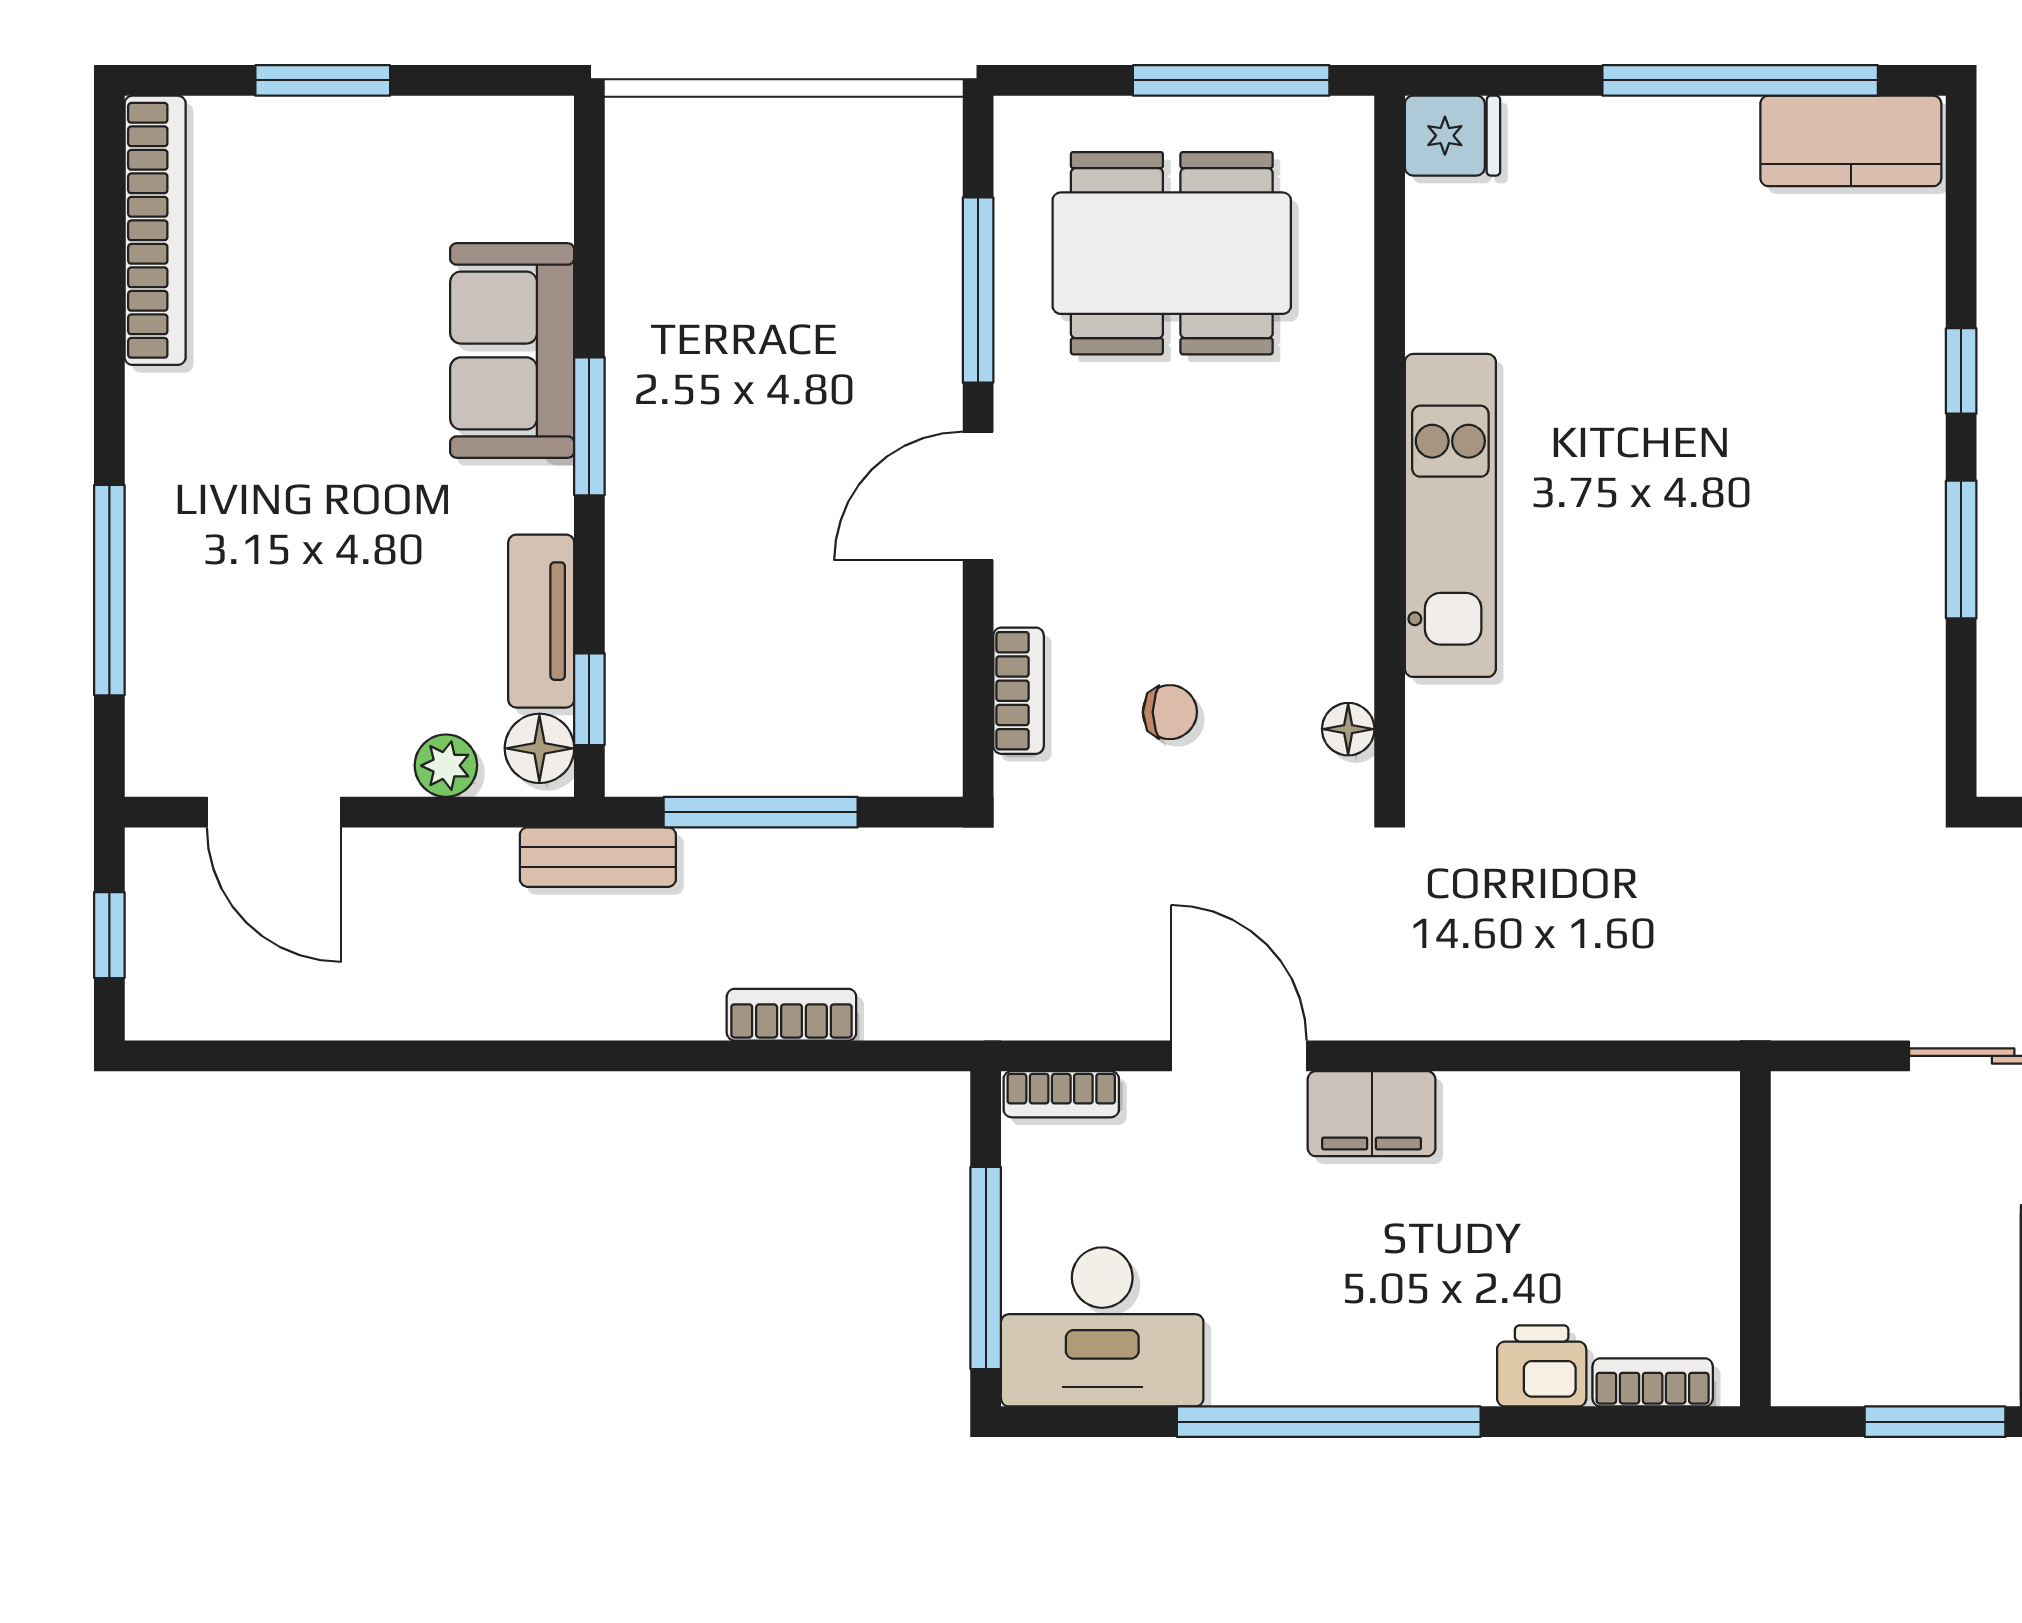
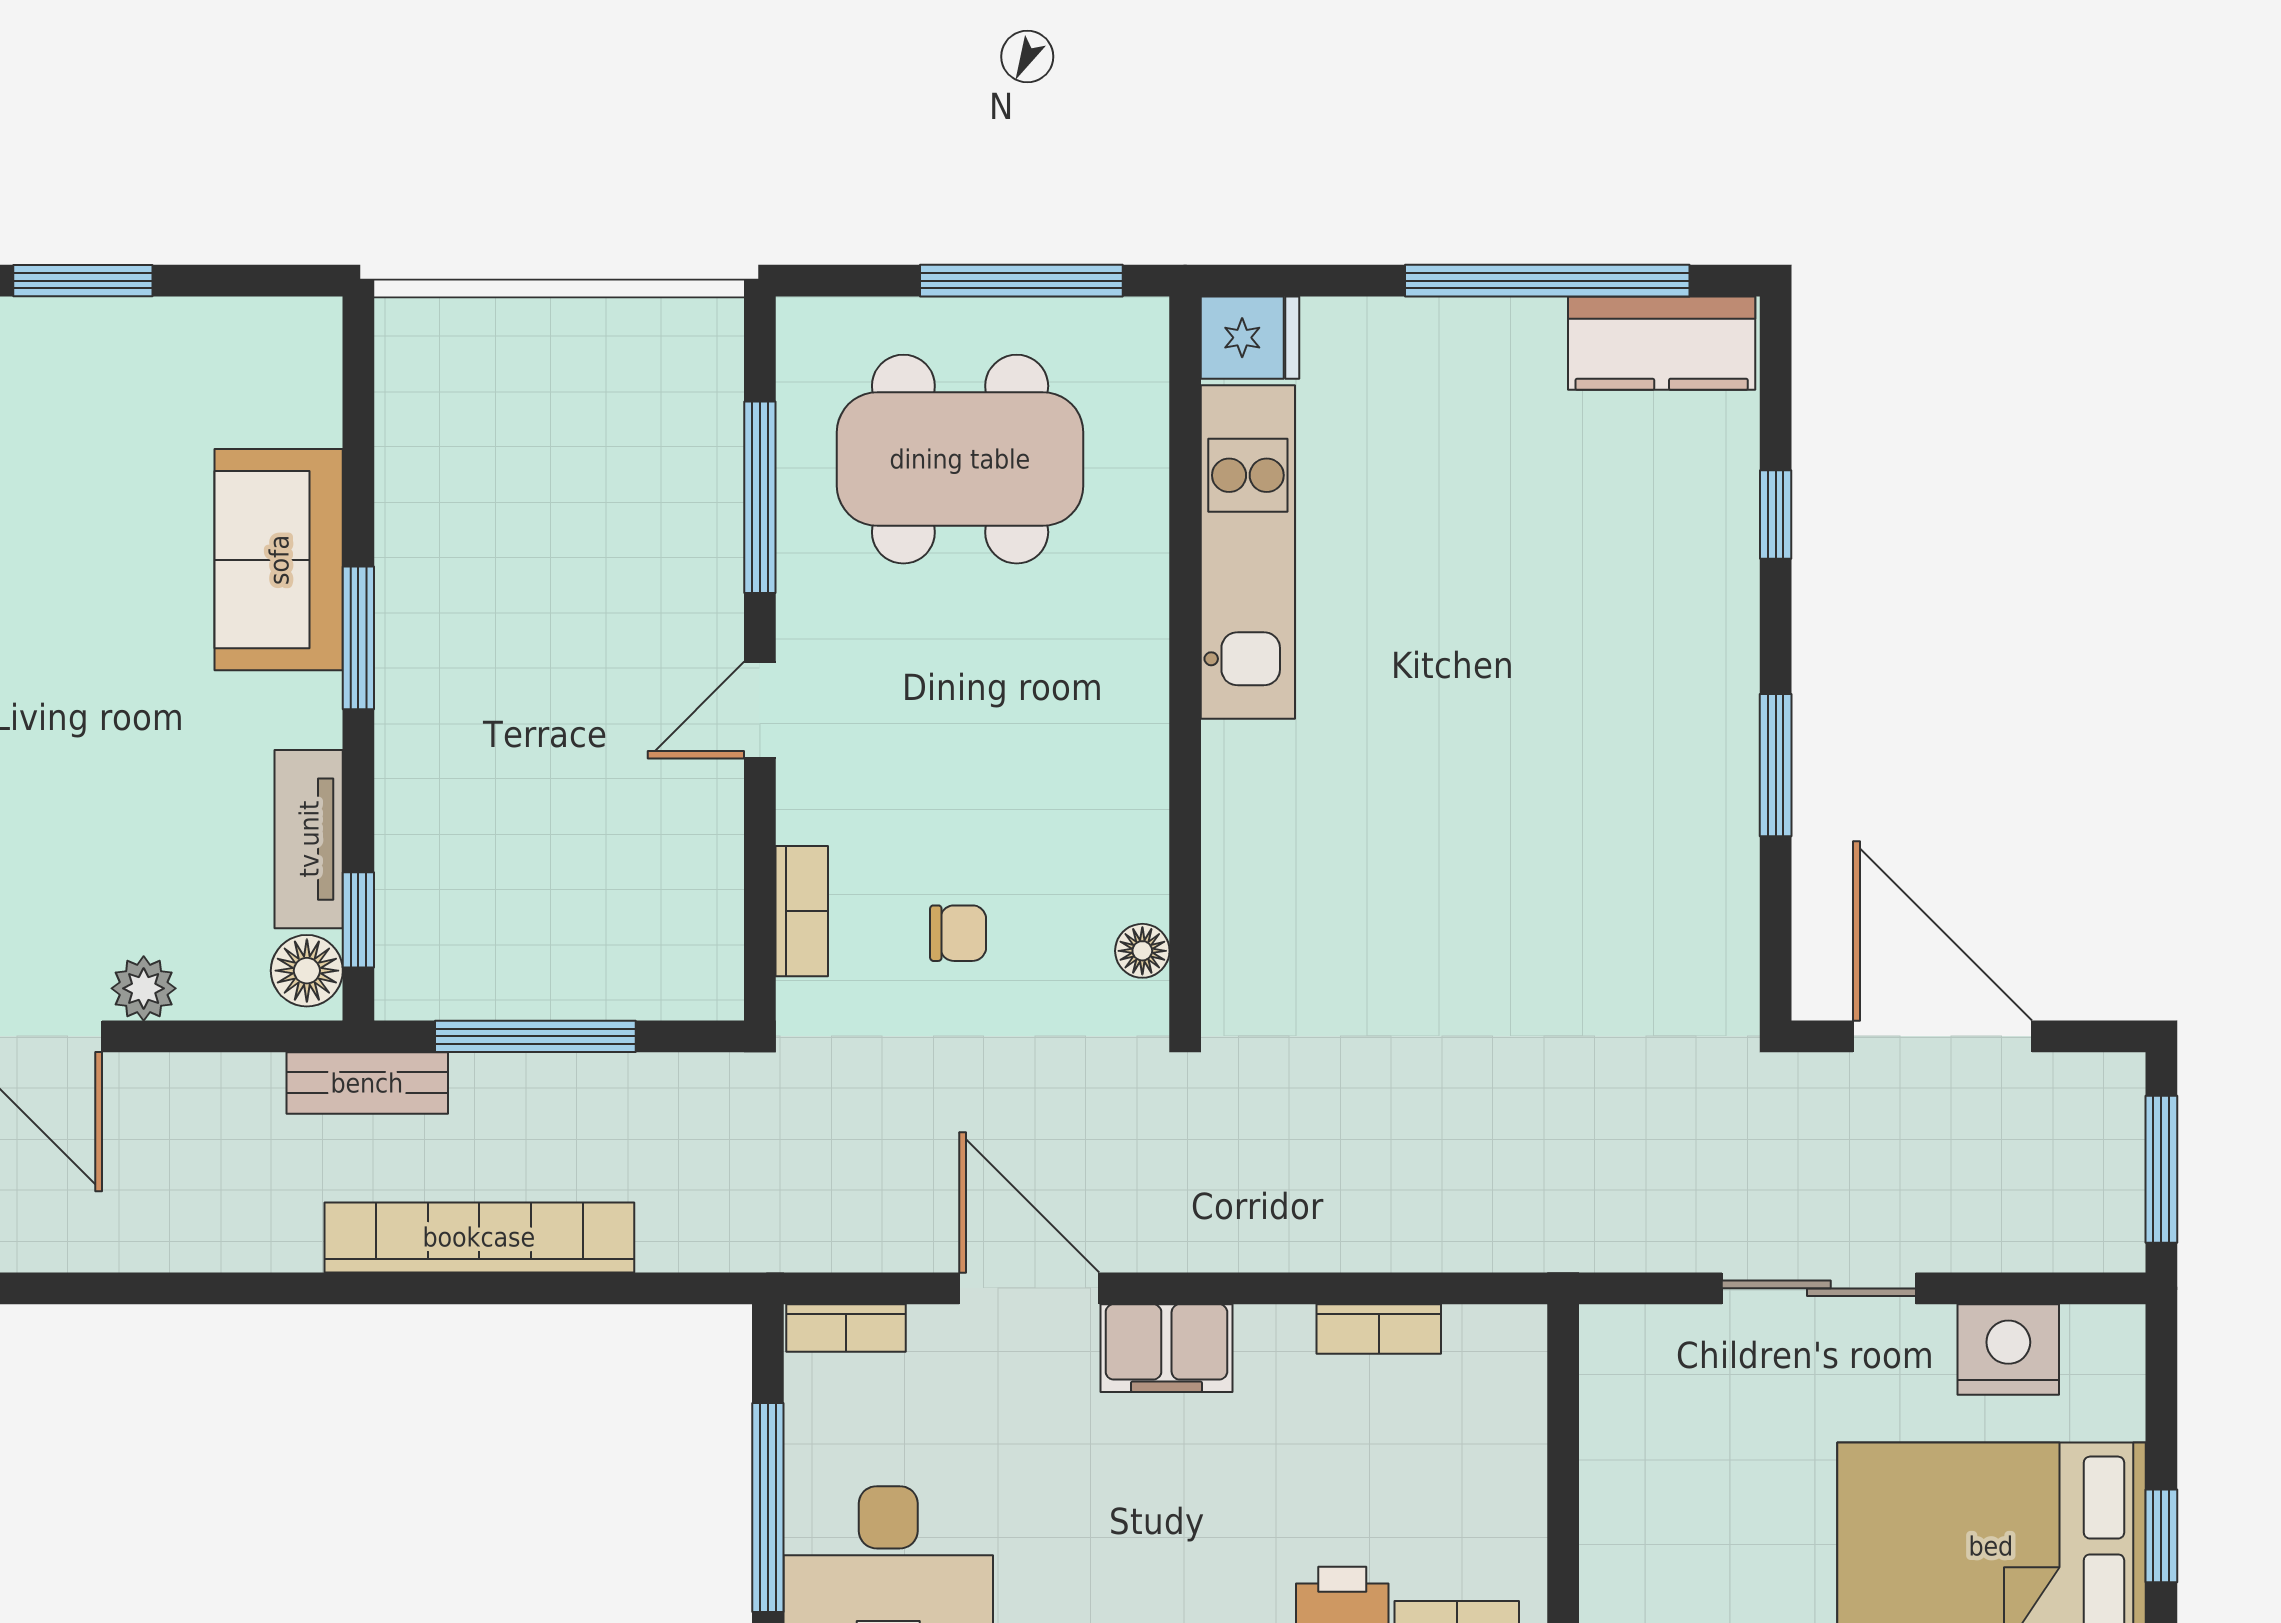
window: (1961, 371) -> (1776, 515), moved
door: (978, 496) -> (760, 710), width x0.73
kitchen unit: (1450, 515) -> (1248, 552), moved
plant: (446, 766) -> (144, 988), moved
bookcase: (791, 1015) -> (479, 1237), width x2.31, depth x1.31
bookcase: (1577, 1095) -> (1379, 1329), added

